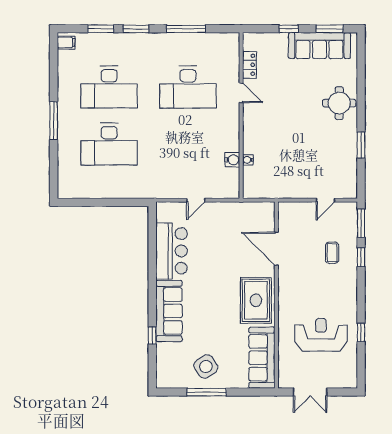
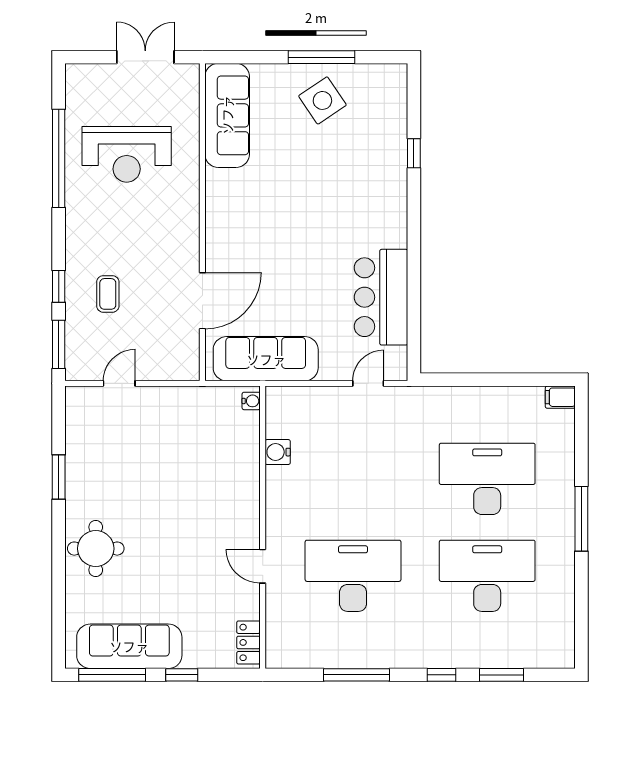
window: (136, 29) -> (442, 675), width x0.67
window: (330, 29) -> (112, 675), width x1.44
filing cabinet: (66, 43) -> (560, 397), moved
locker: (249, 65) -> (248, 642), moved
water cooler: (248, 160) -> (251, 401), moved
door: (196, 200) -> (368, 383), moved
door: (276, 249) -> (202, 301), hinge flipped
rug: (256, 300) -> (237, 213), removed
sofa: (169, 311) -> (266, 359), moved, turned 90
window: (361, 332) -> (59, 158), width x3.17

